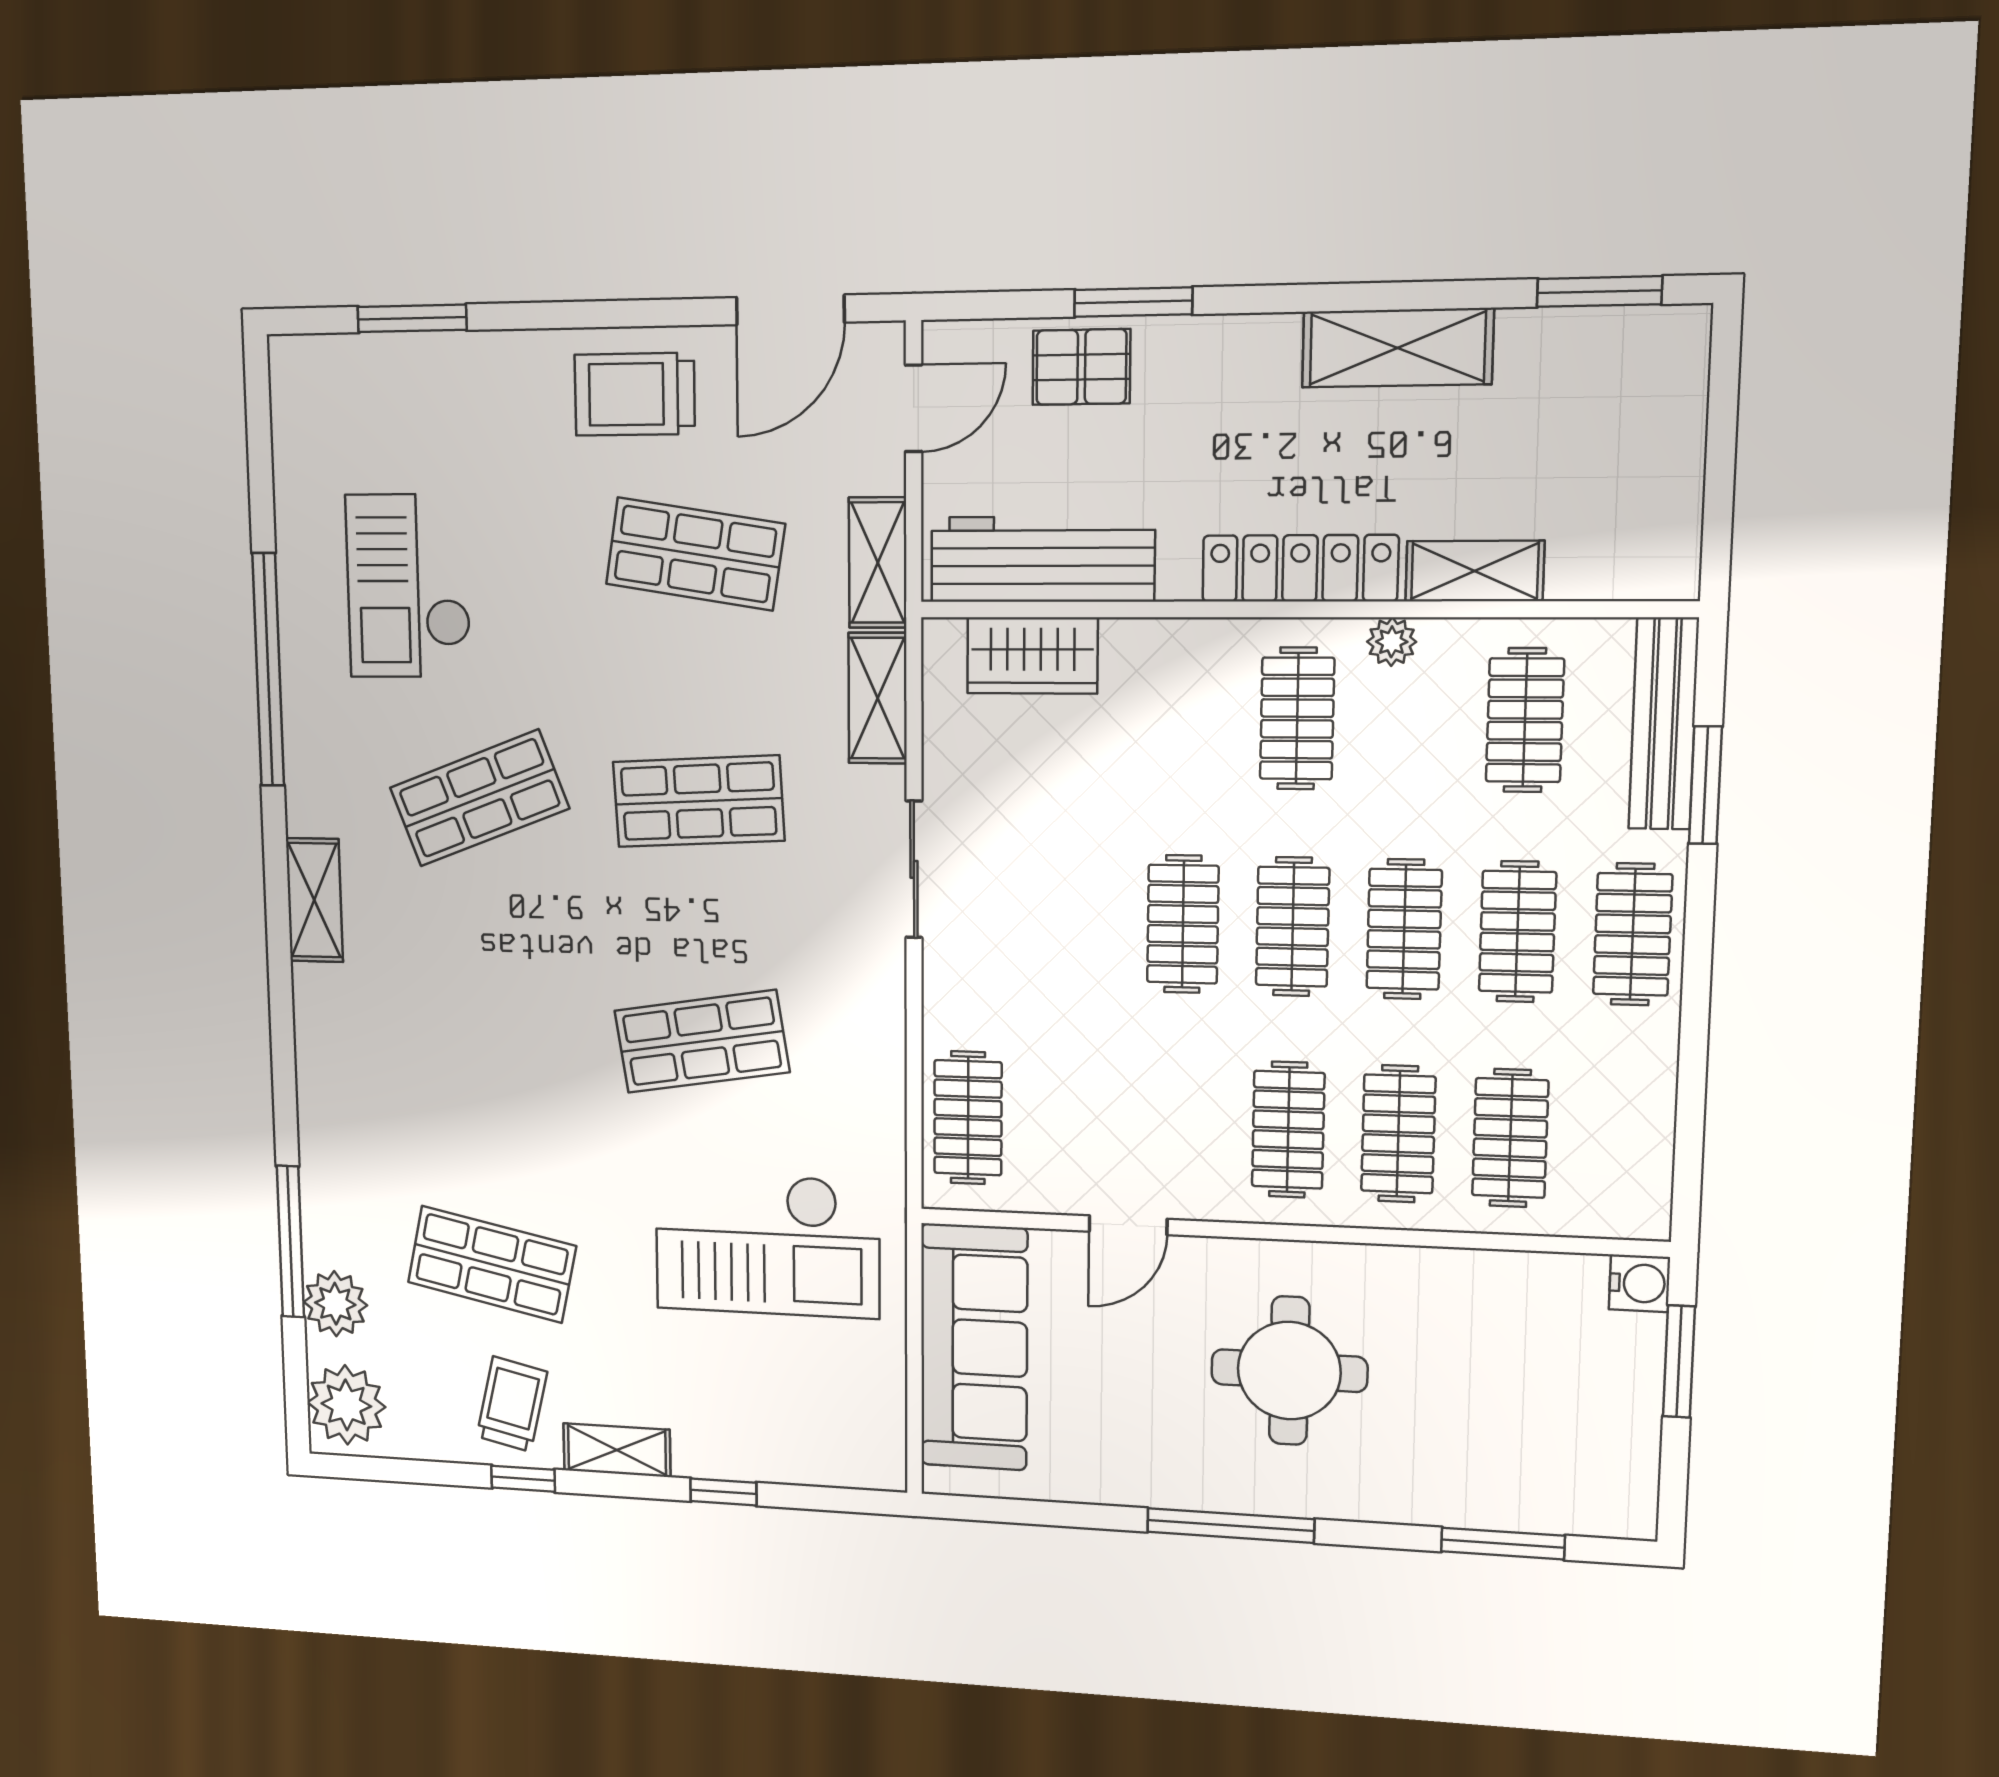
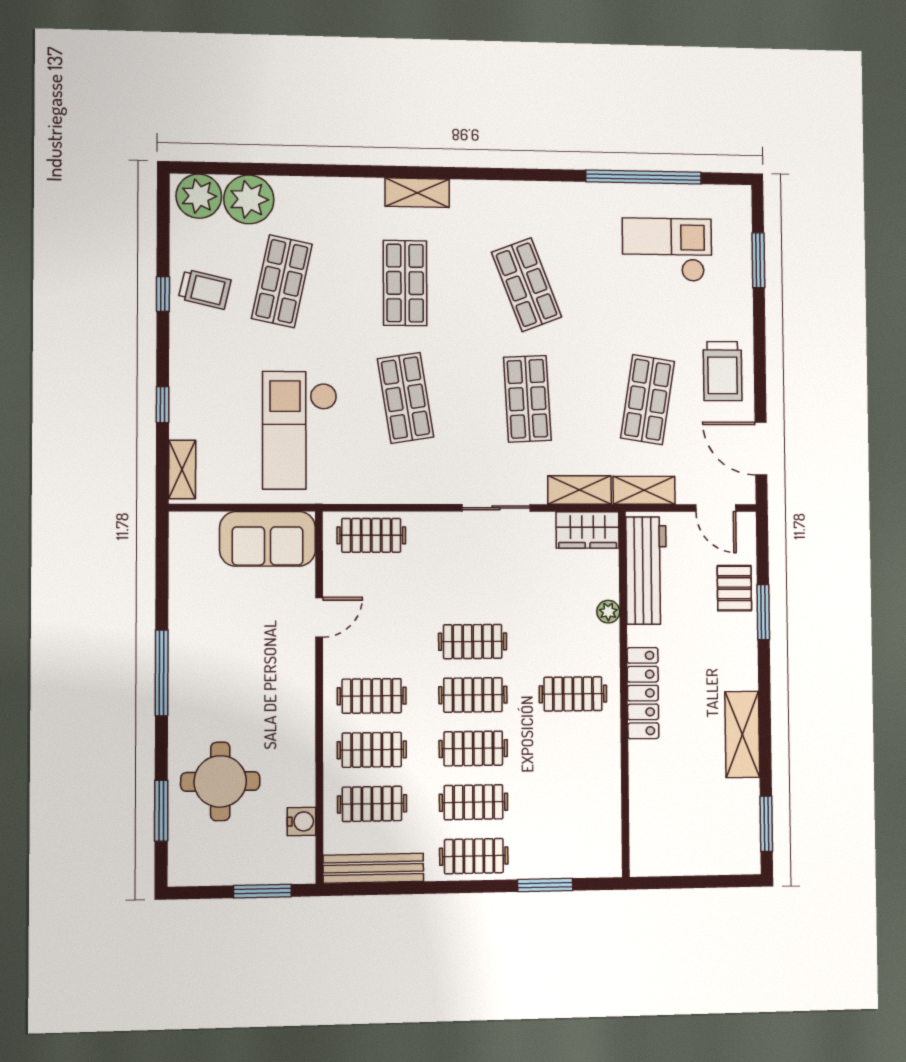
trolley: (635, 394) -> (723, 371), turned 180
shelving: (1475, 571) -> (642, 774), removed
checkout: (408, 586) -> (667, 250), moved
plant: (1392, 642) -> (608, 612), moved
wardrobe: (1032, 655) -> (588, 530), moved, turned -90
window: (268, 670) -> (644, 177), moved
clothes rail: (1525, 720) -> (574, 801), removed
bench: (1664, 724) -> (373, 868), moved
shelving: (314, 900) -> (417, 193), moved
shop shelf: (486, 1034) -> (405, 283), added
door: (1128, 1225) -> (319, 617), swing flipped
window: (290, 1242) -> (289, 170), removed
water cooler: (1639, 1283) -> (301, 821), moved, turned -90
plant: (335, 1304) -> (249, 199), width x1.36, depth x1.36
sofa: (974, 1347) -> (268, 539), width x0.73
round table: (1289, 1371) -> (220, 781), moved
shelving: (617, 1450) -> (182, 469), moved

